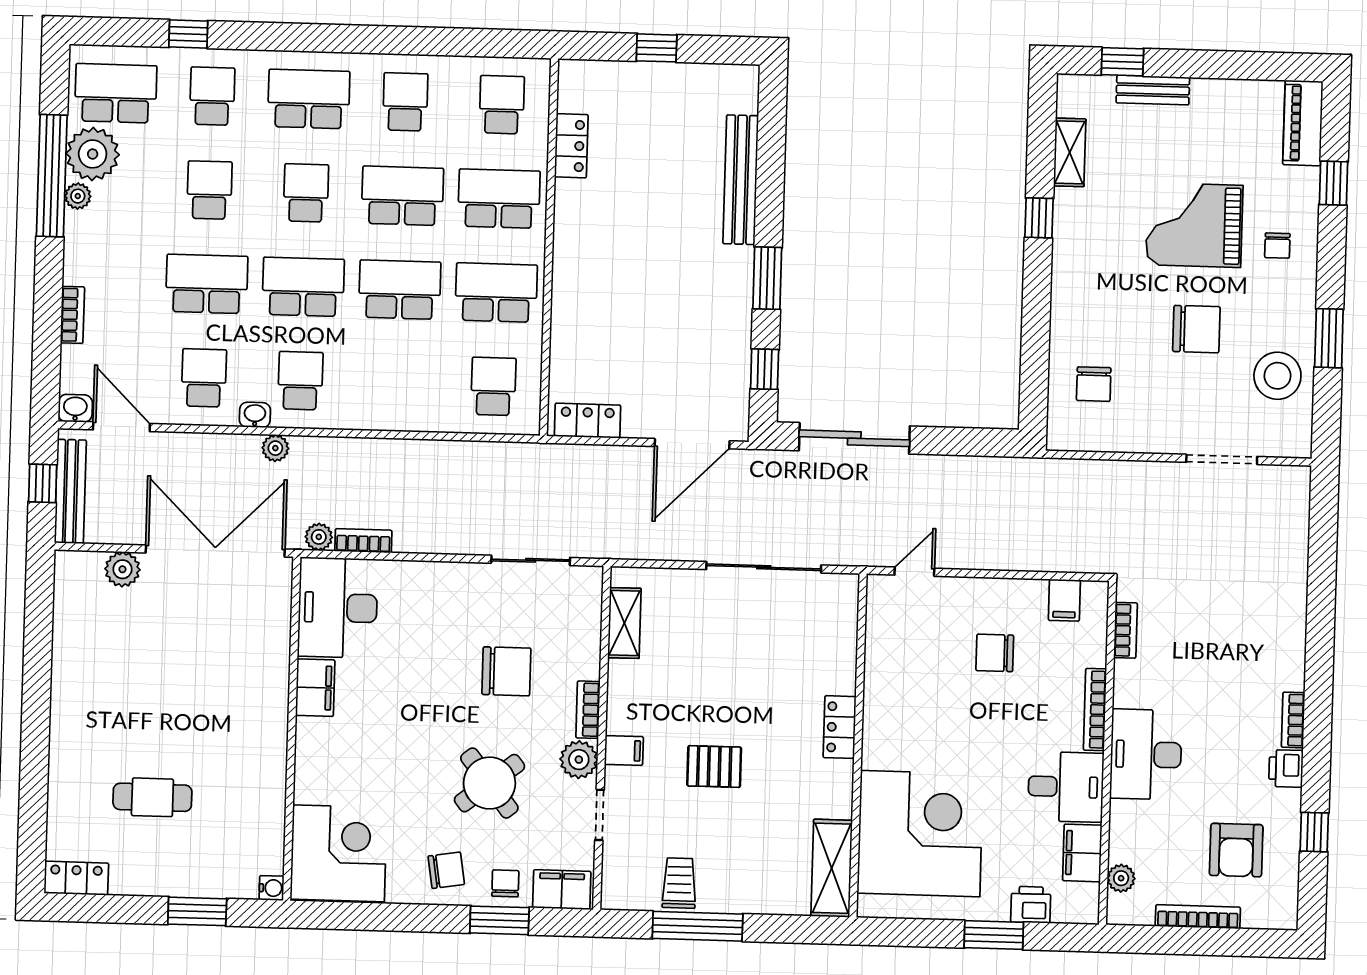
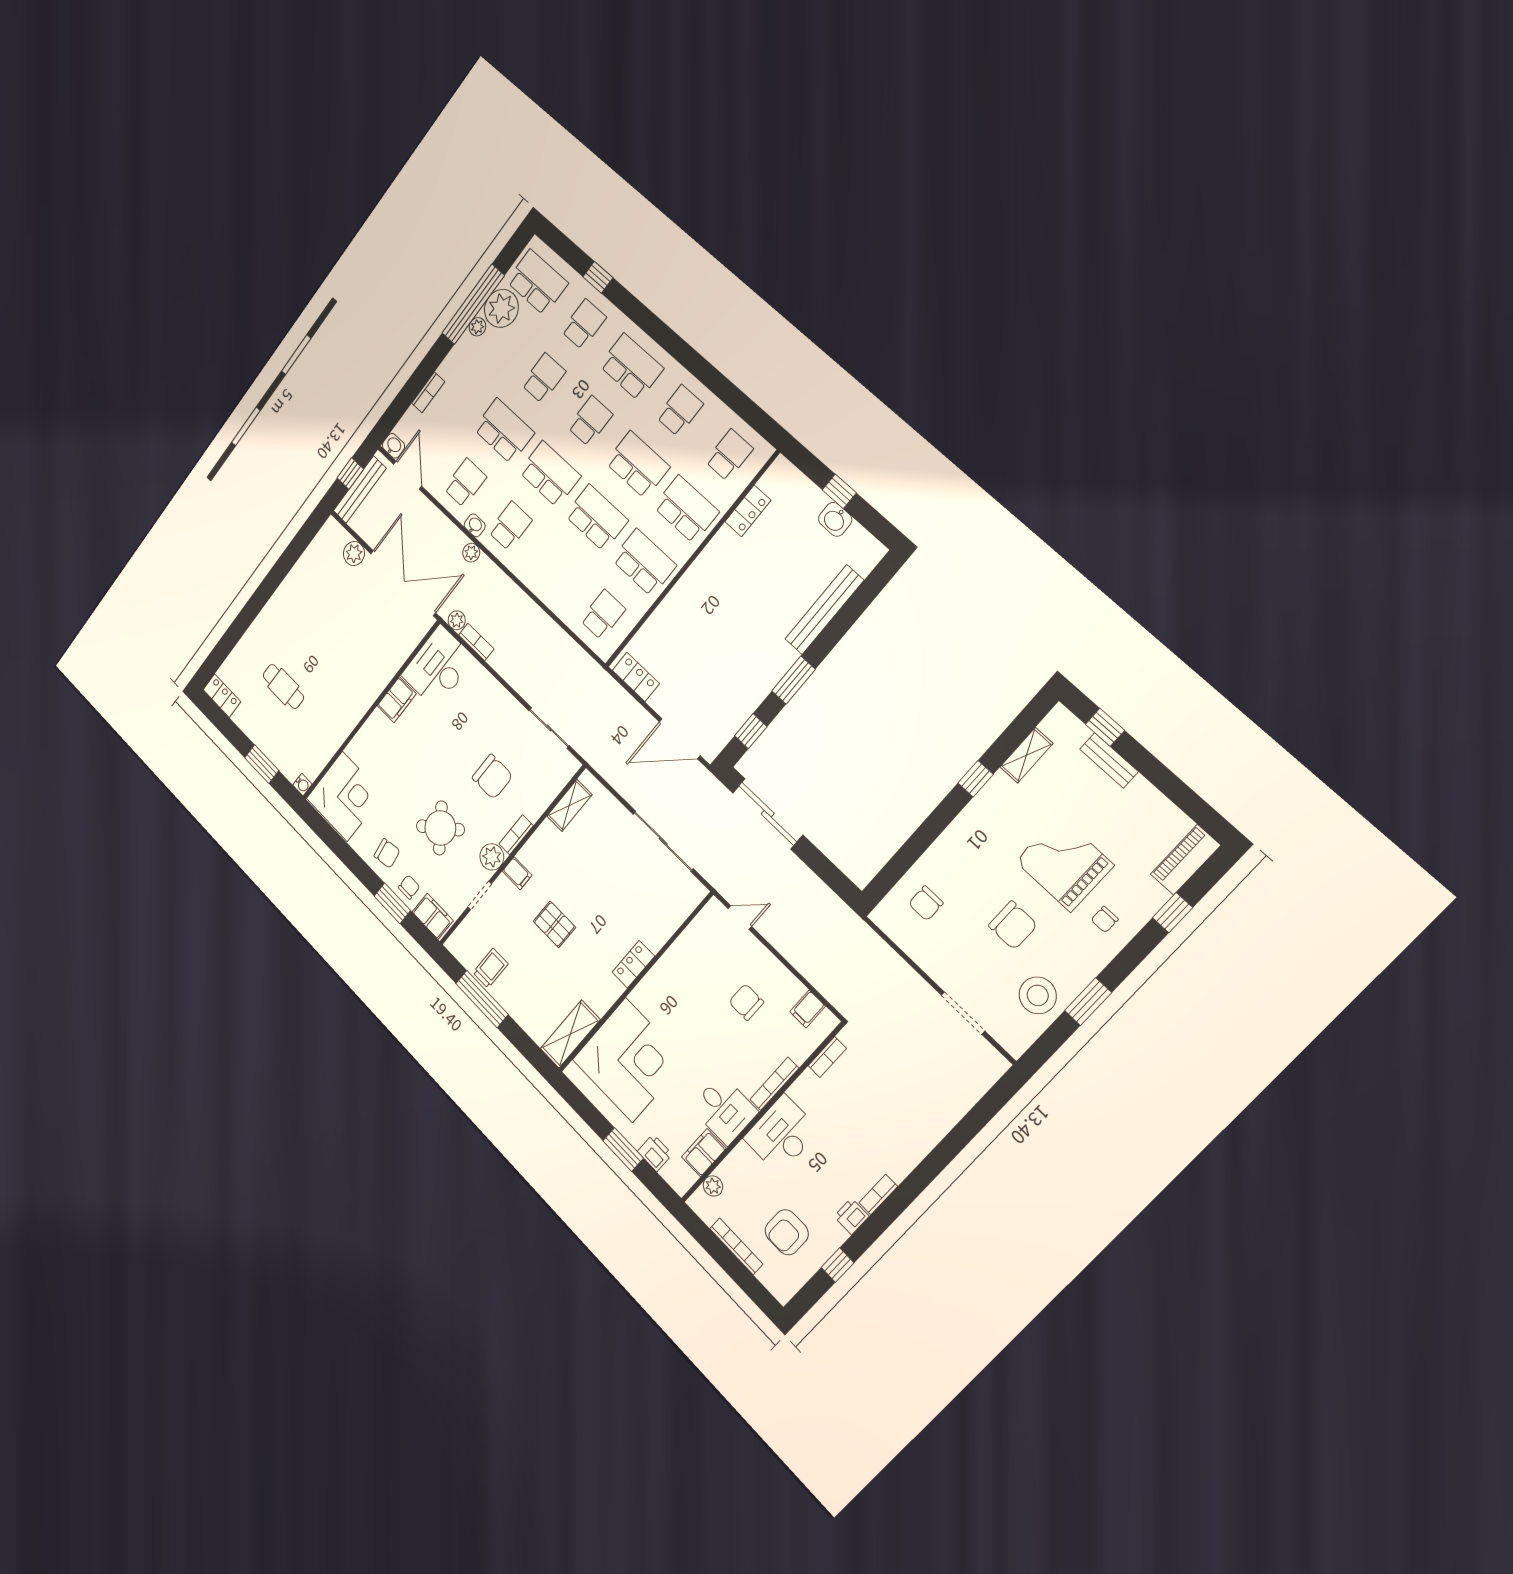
washbasin: (676, 79) -> (835, 519), added

